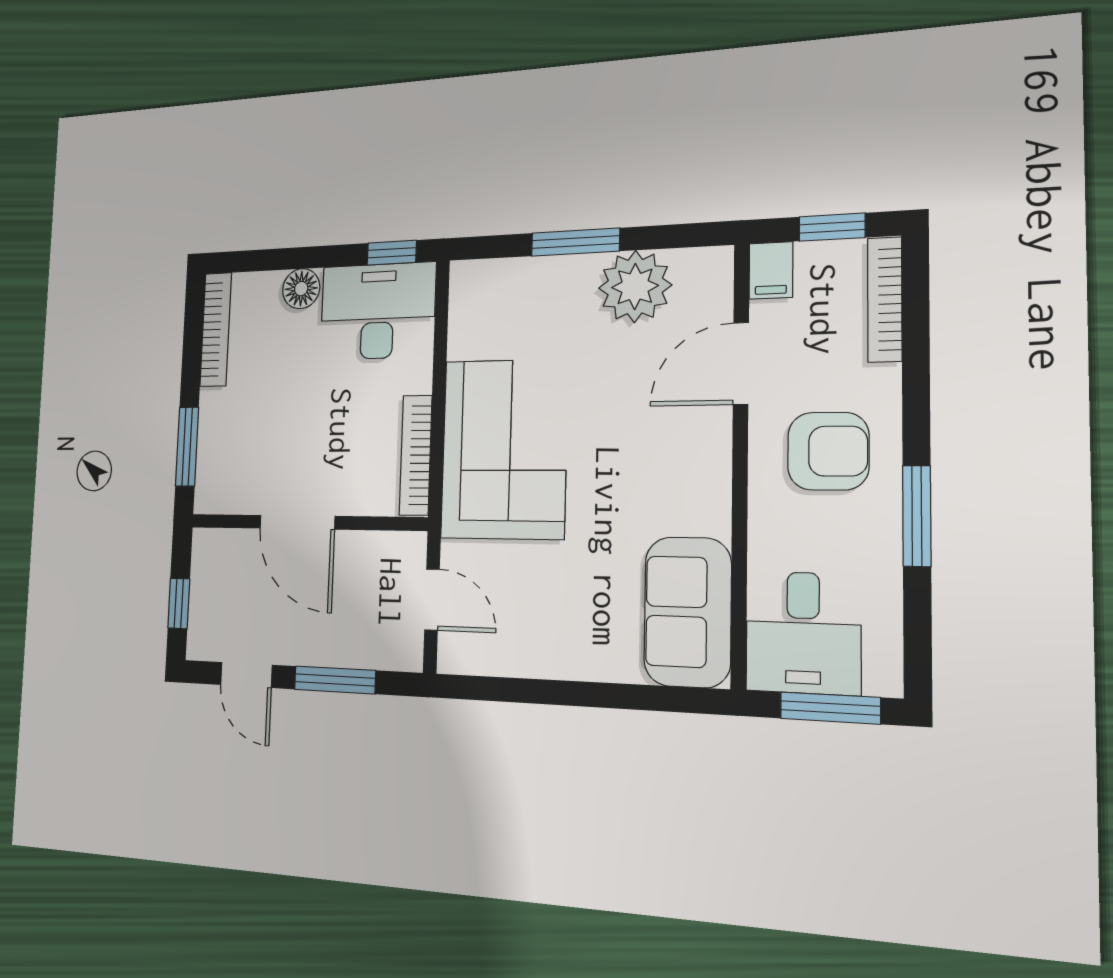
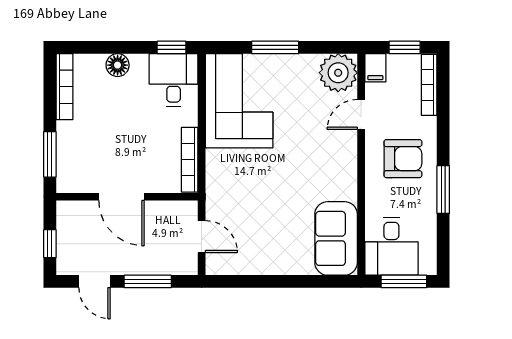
plant: (635, 287) -> (338, 73), moved
desk: (378, 311) -> (174, 80), width x0.73
door: (741, 364) -> (361, 114), width x0.73
corner sofa: (504, 449) -> (239, 101), moved

